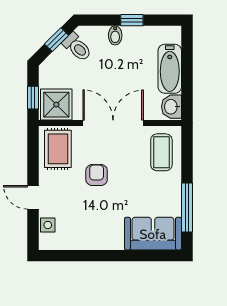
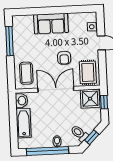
window: (132, 20) -> (47, 151), width x3.17
double door: (113, 123) -> (56, 89), swing flipped
sofa: (153, 234) -> (51, 24), moved

